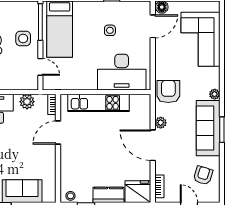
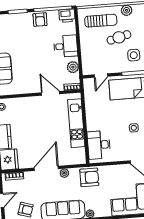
side table: (23, 38) -> (134, 55), moved
desk: (122, 72) -> (99, 145), width x0.73, depth x0.77

